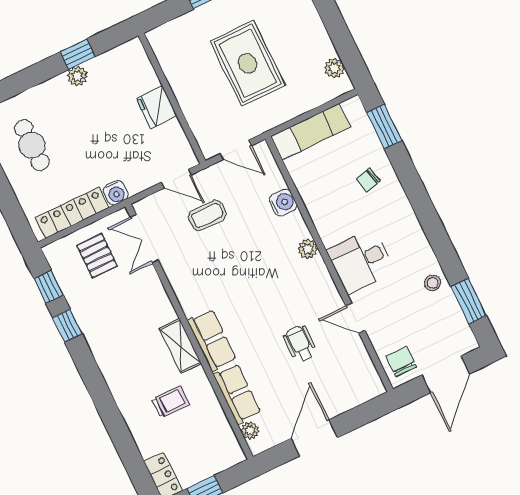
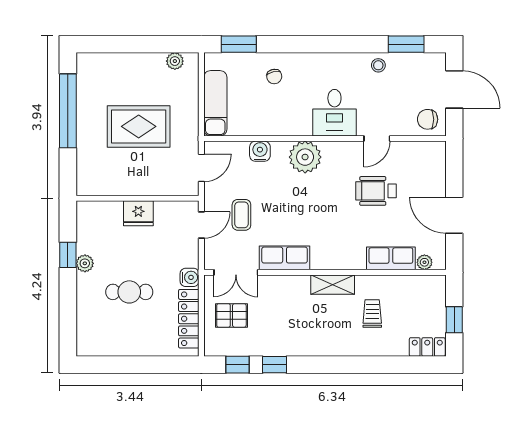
cafe table: (32, 145) -> (129, 292), moved
plant: (308, 249) -> (305, 157), width x1.88, depth x1.88
row of seats: (212, 340) -> (285, 258), moved
wheelchair: (300, 344) -> (376, 191), width x1.36, depth x1.37

